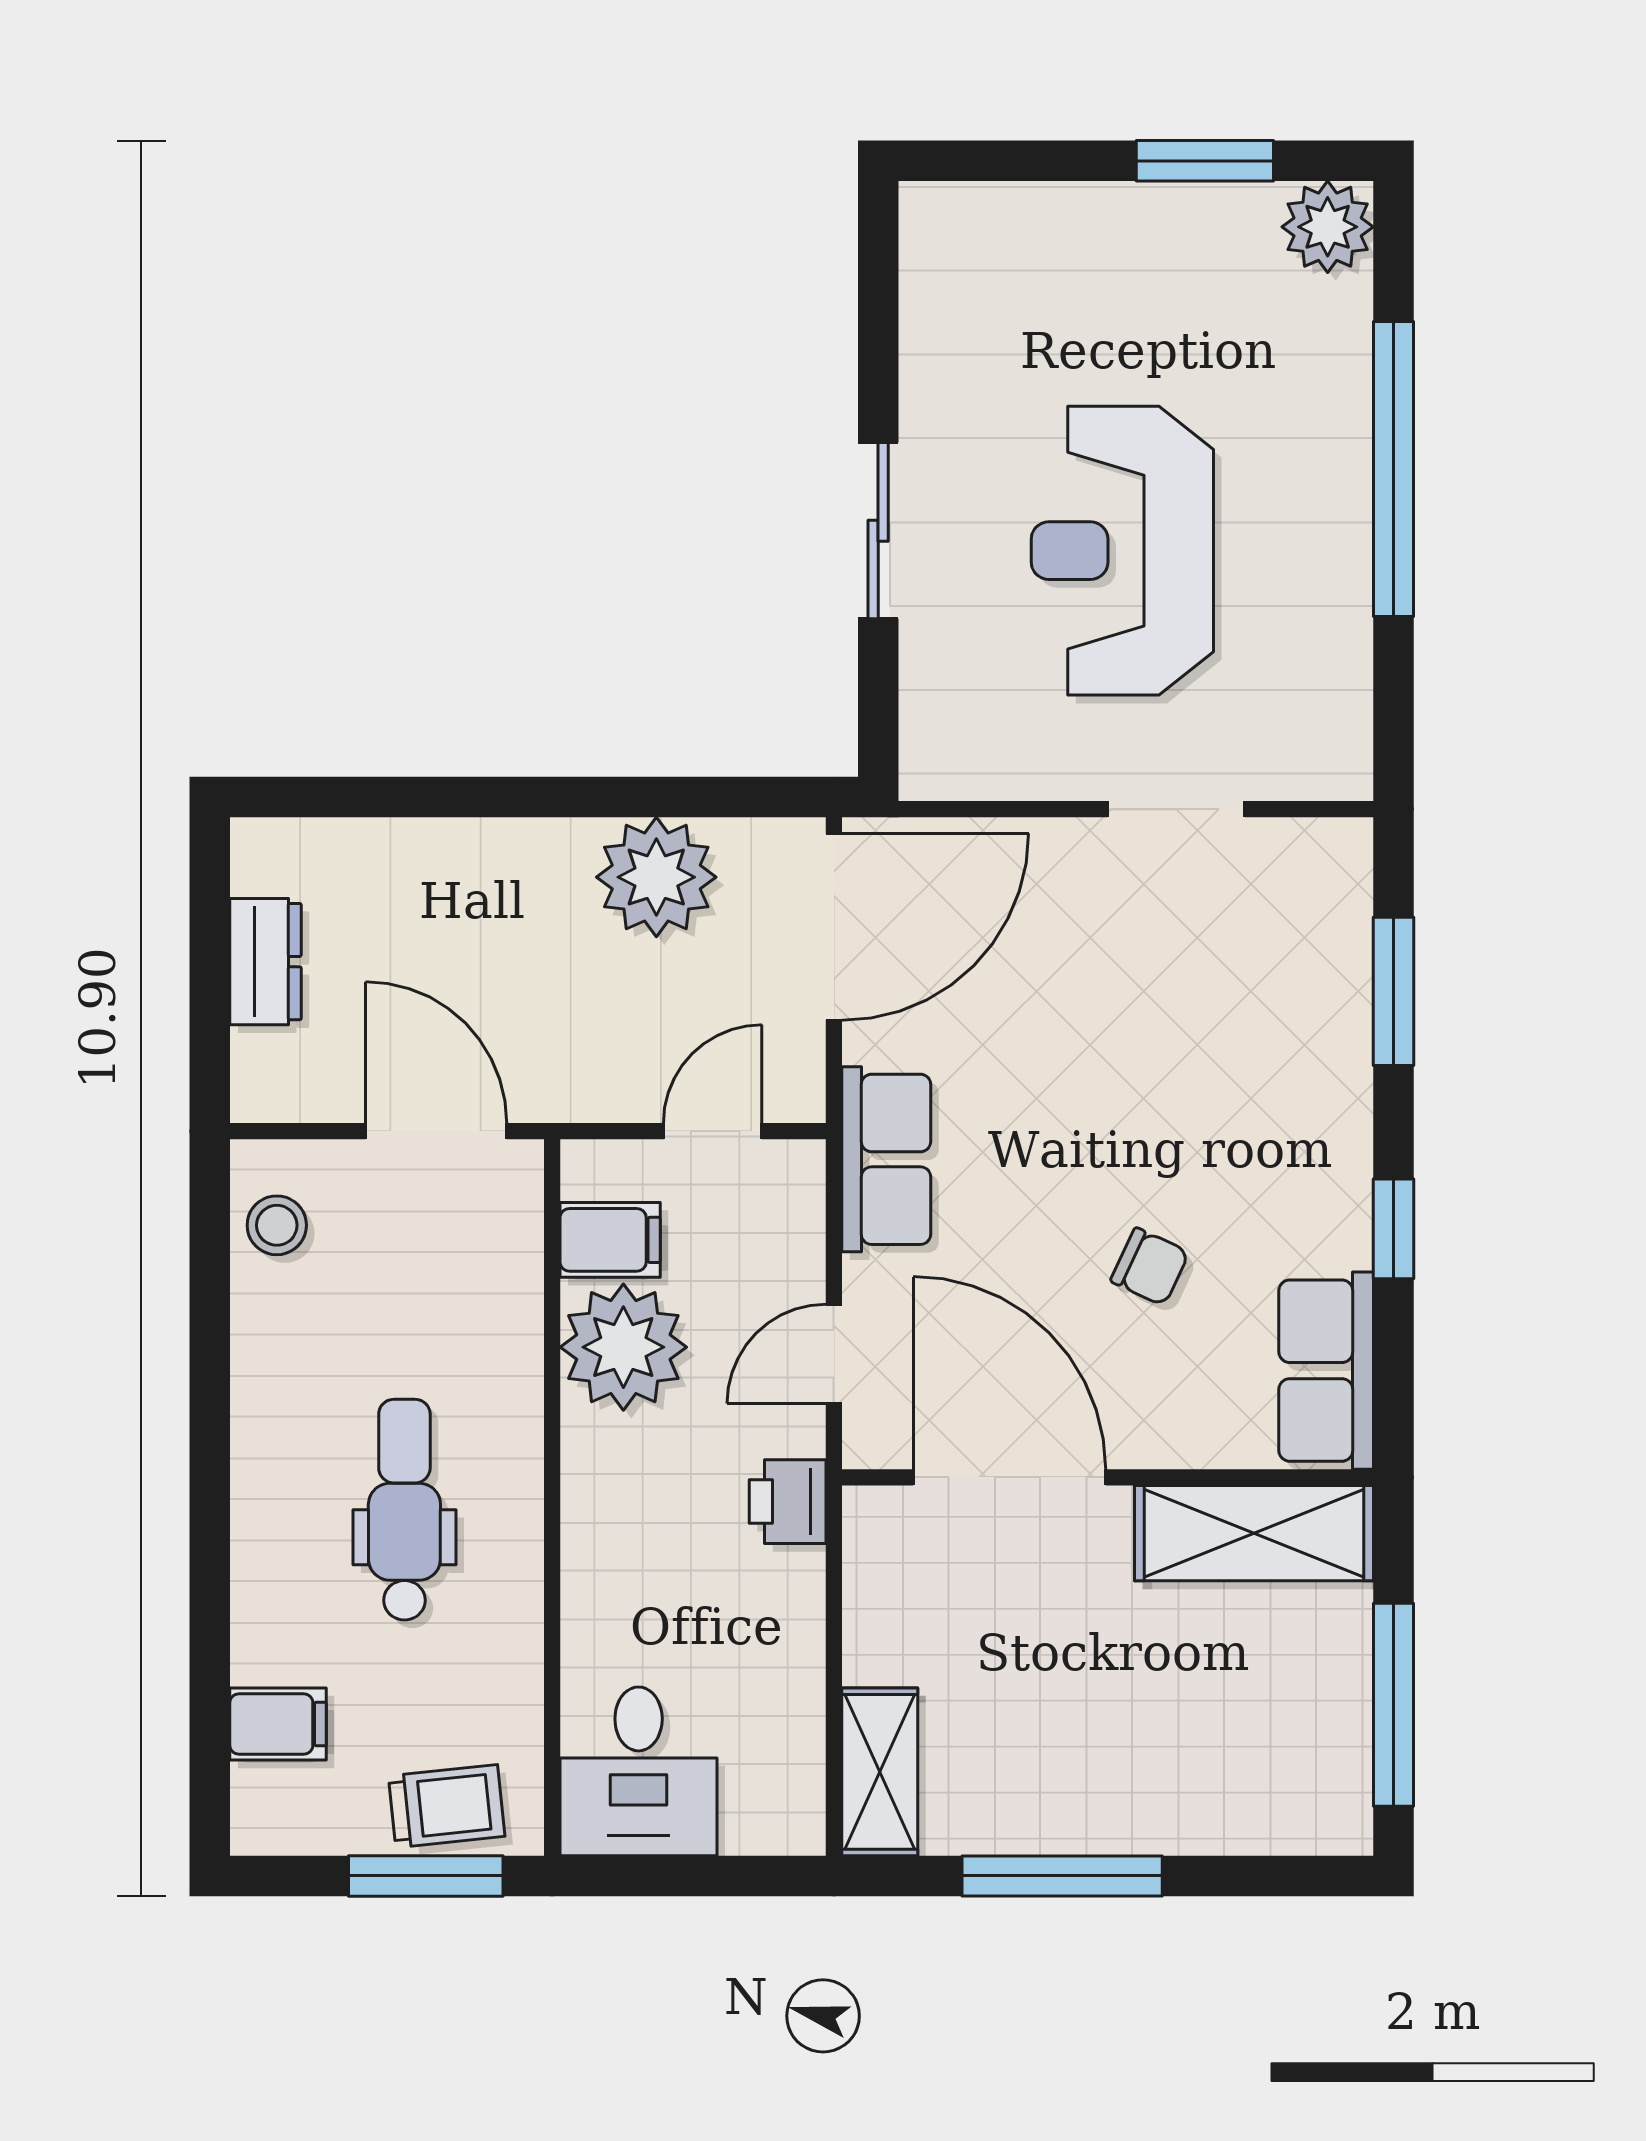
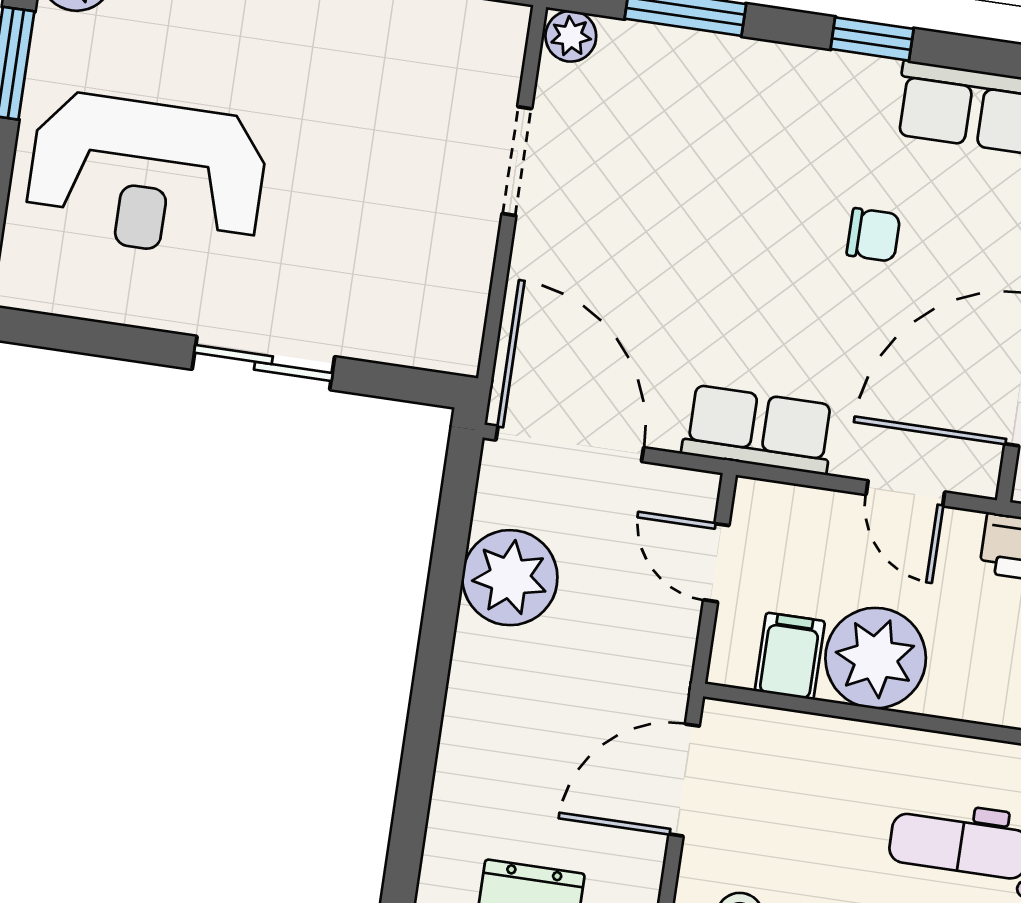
reception desk: (1122, 551) -> (147, 176), moved
plant: (1341, 853) -> (571, 36), added
chair: (1150, 1267) -> (873, 235), turned 65

